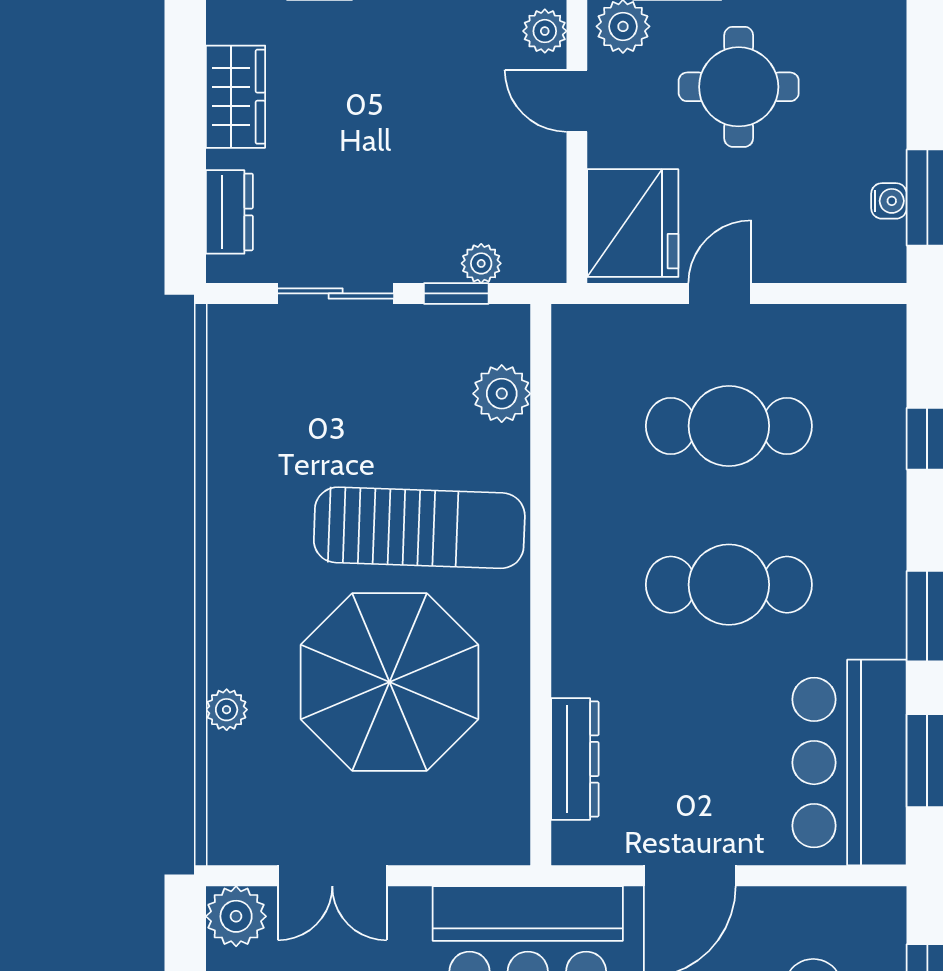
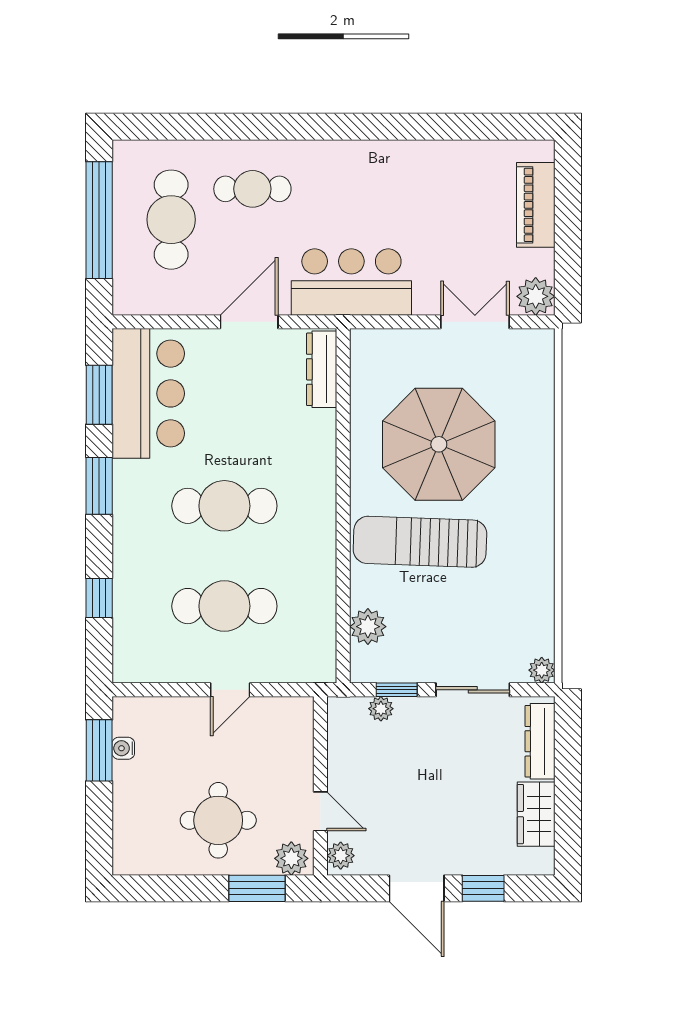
dresser: (229, 212) -> (540, 741), width x1.44
fridge: (633, 223) -> (285, 734), removed
plant: (227, 710) -> (542, 670), moved
dresser: (575, 759) -> (322, 369), moved

